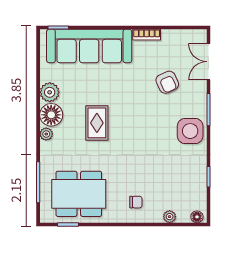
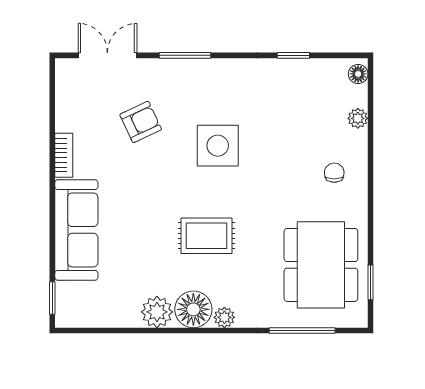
sofa: (89, 46) -> (76, 230), width x0.74, depth x0.79
double door: (208, 62) -> (107, 55), swing flipped
side table: (190, 131) -> (218, 146), moved

